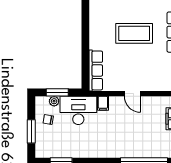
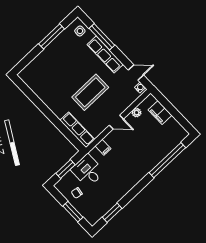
coffee table: (134, 33) -> (90, 92), moved
plant: (54, 101) -> (137, 113), moved
desk: (78, 110) -> (88, 171), width x0.73

